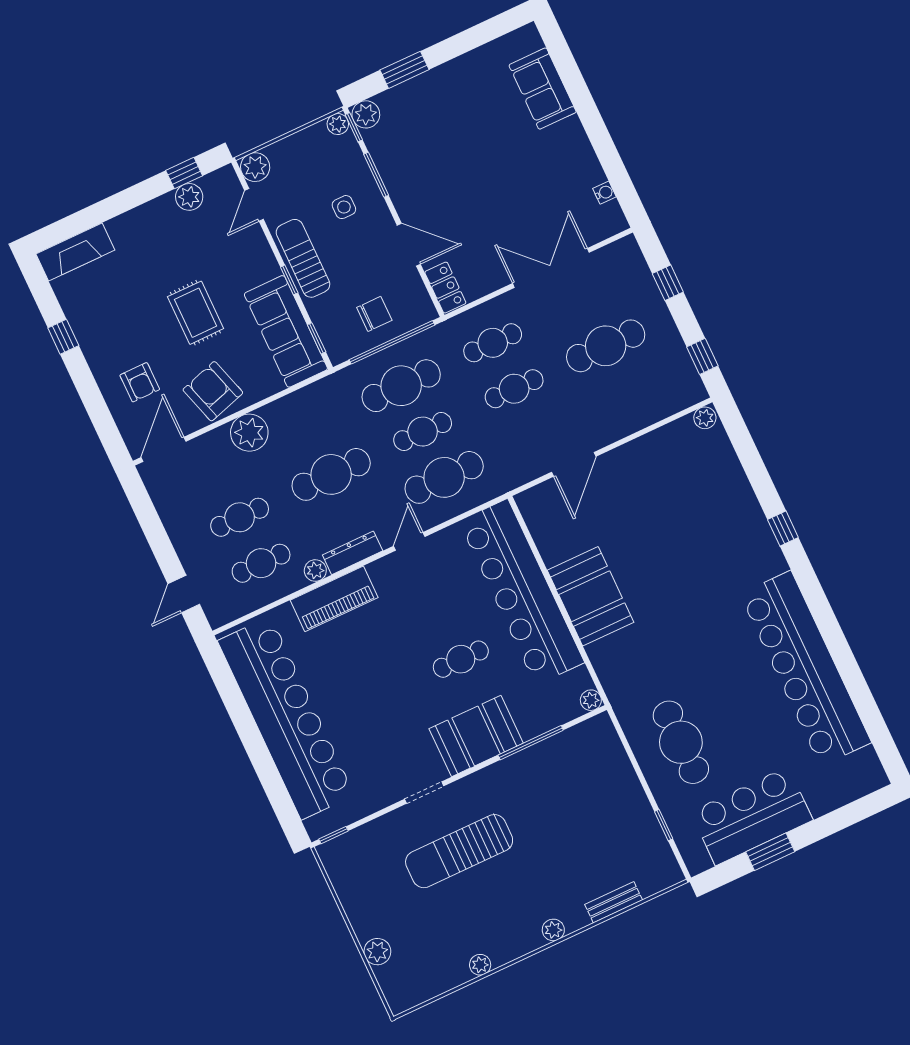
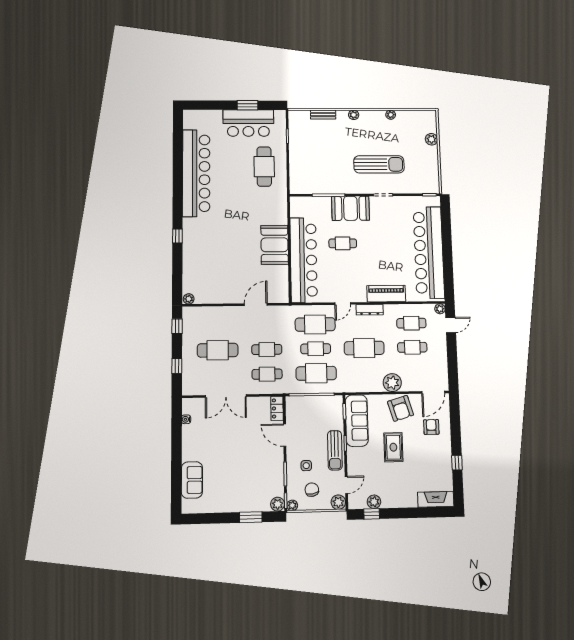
chair: (374, 314) -> (312, 490), moved, turned 81
plant: (315, 571) -> (440, 309), moved
plant: (591, 700) -> (295, 201), removed

